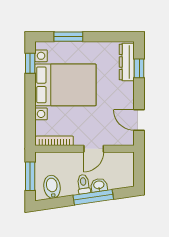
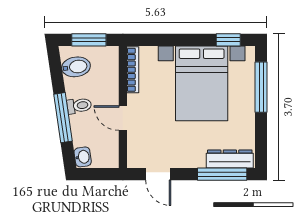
window: (68, 37) -> (261, 87), width x1.44
window: (139, 68) -> (222, 174), width x2.17
door: (139, 120) -> (158, 174), swing flipped
washbasin: (99, 185) -> (83, 157), moved

